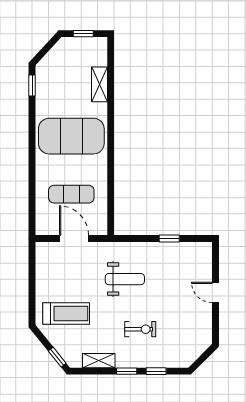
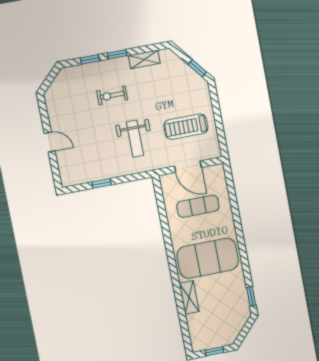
shelving: (100, 84) -> (189, 297), moved
weight bench: (125, 279) -> (135, 139), turned -90
treadmill: (66, 314) -> (186, 127), moved
window: (57, 357) -> (197, 68), moved

